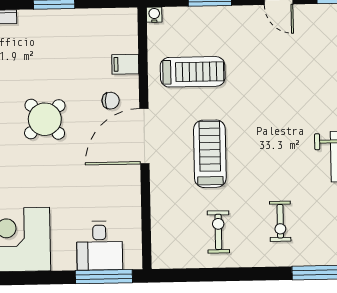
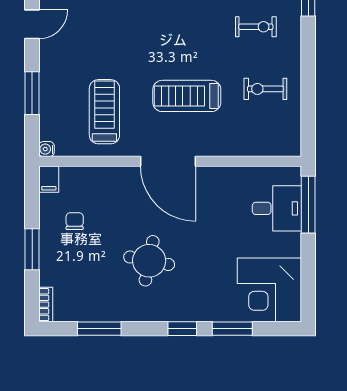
filing cabinet: (125, 64) -> (49, 179), moved
chair: (111, 101) -> (75, 221), moved
round table: (45, 119) -> (149, 261), turned -36

